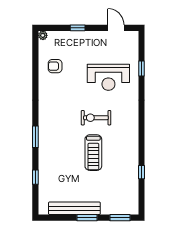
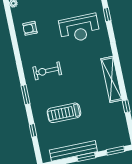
exercise bike: (96, 118) -> (47, 71), moved
shelving: (132, 140) -> (112, 79), added
treadmill: (93, 153) -> (64, 113), moved, turned 90

